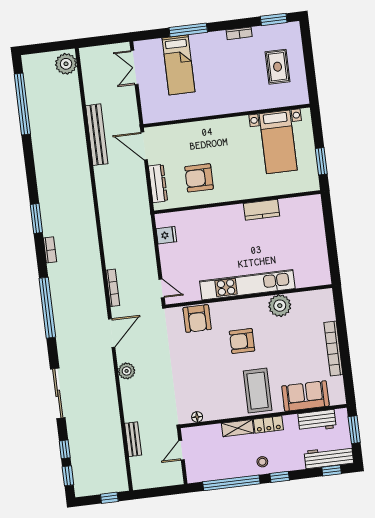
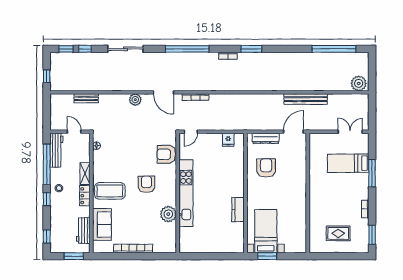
bed with nightstands: (278, 142) -> (266, 231), moved, turned 90
workbench: (329, 457) -> (56, 150), moved

